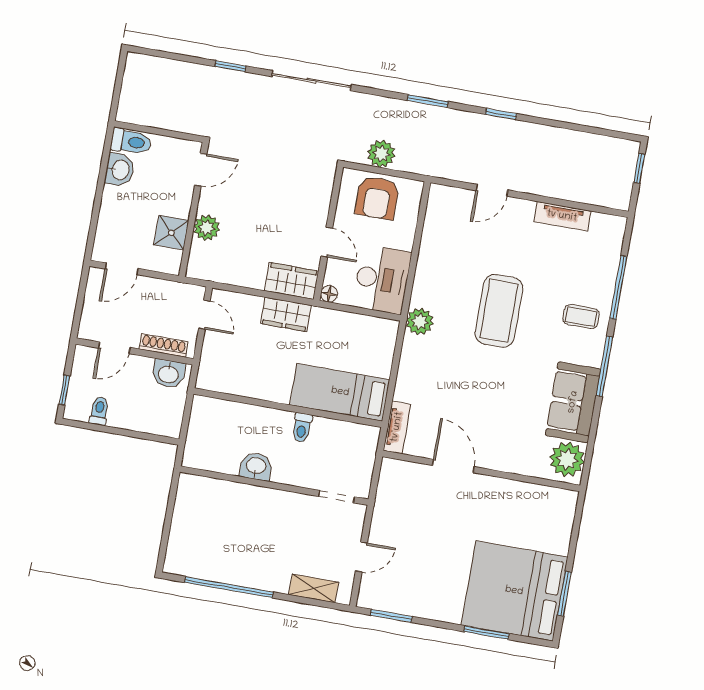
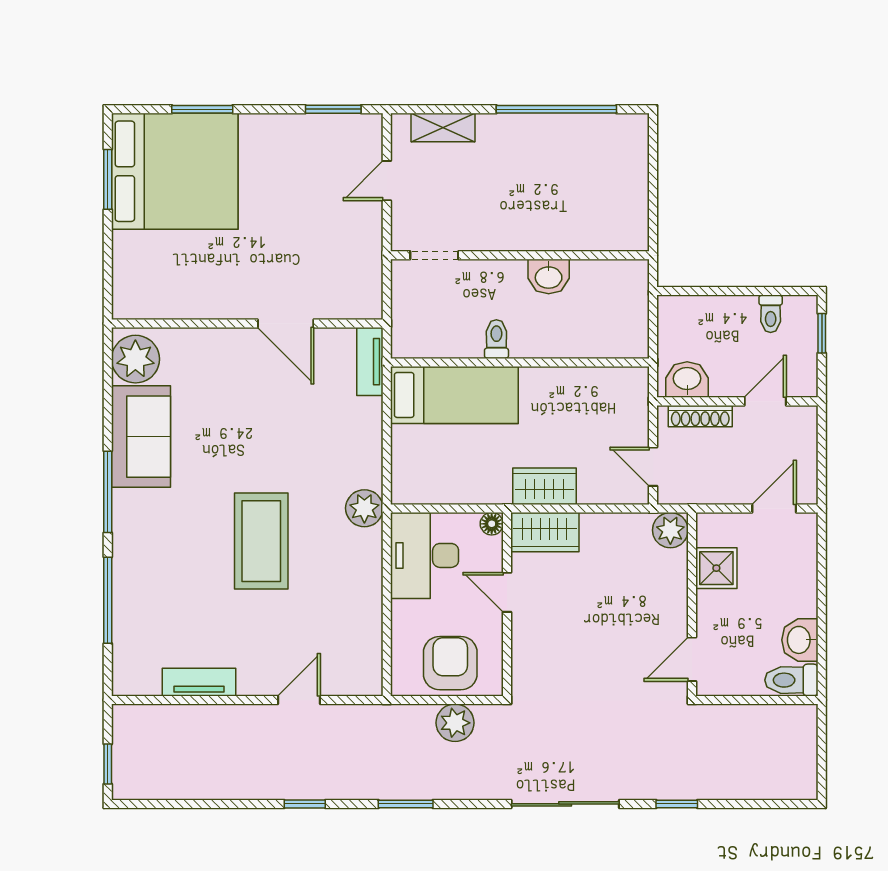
plant: (207, 228) -> (670, 530), moved
coffee table: (581, 317) -> (150, 553), removed

